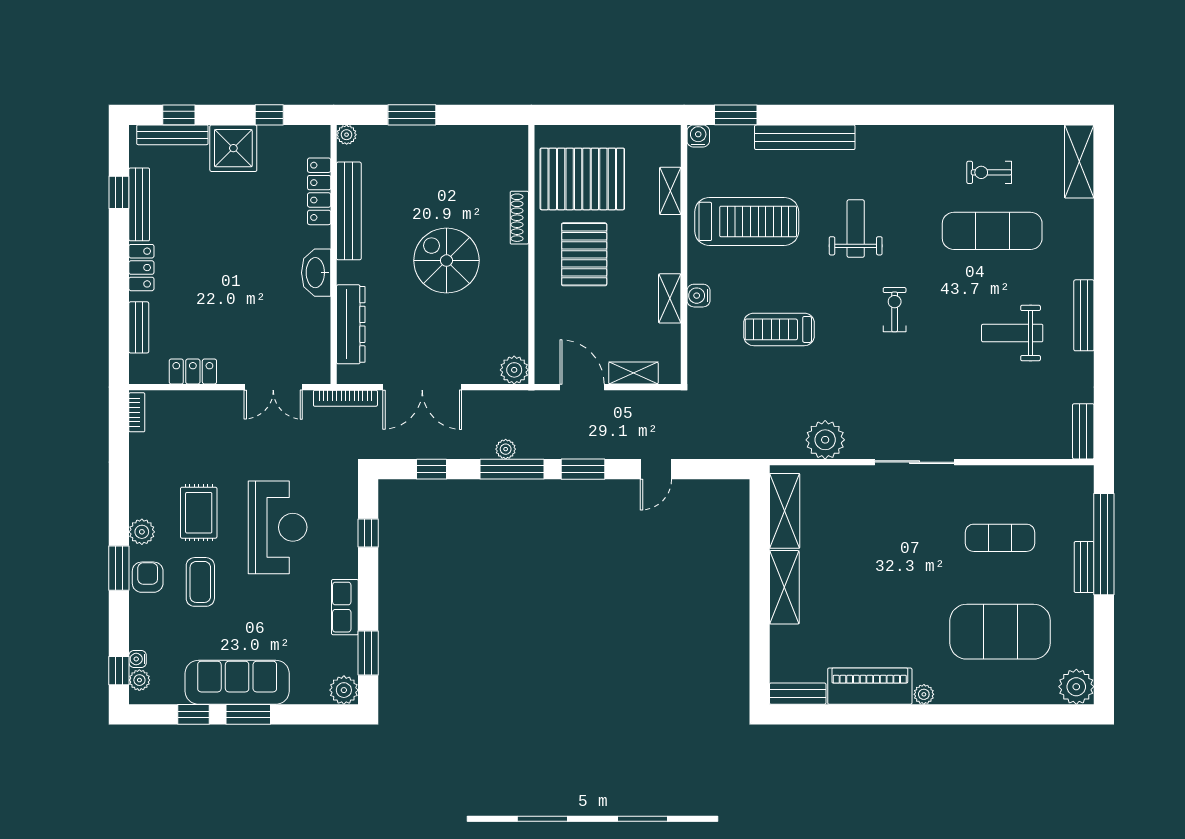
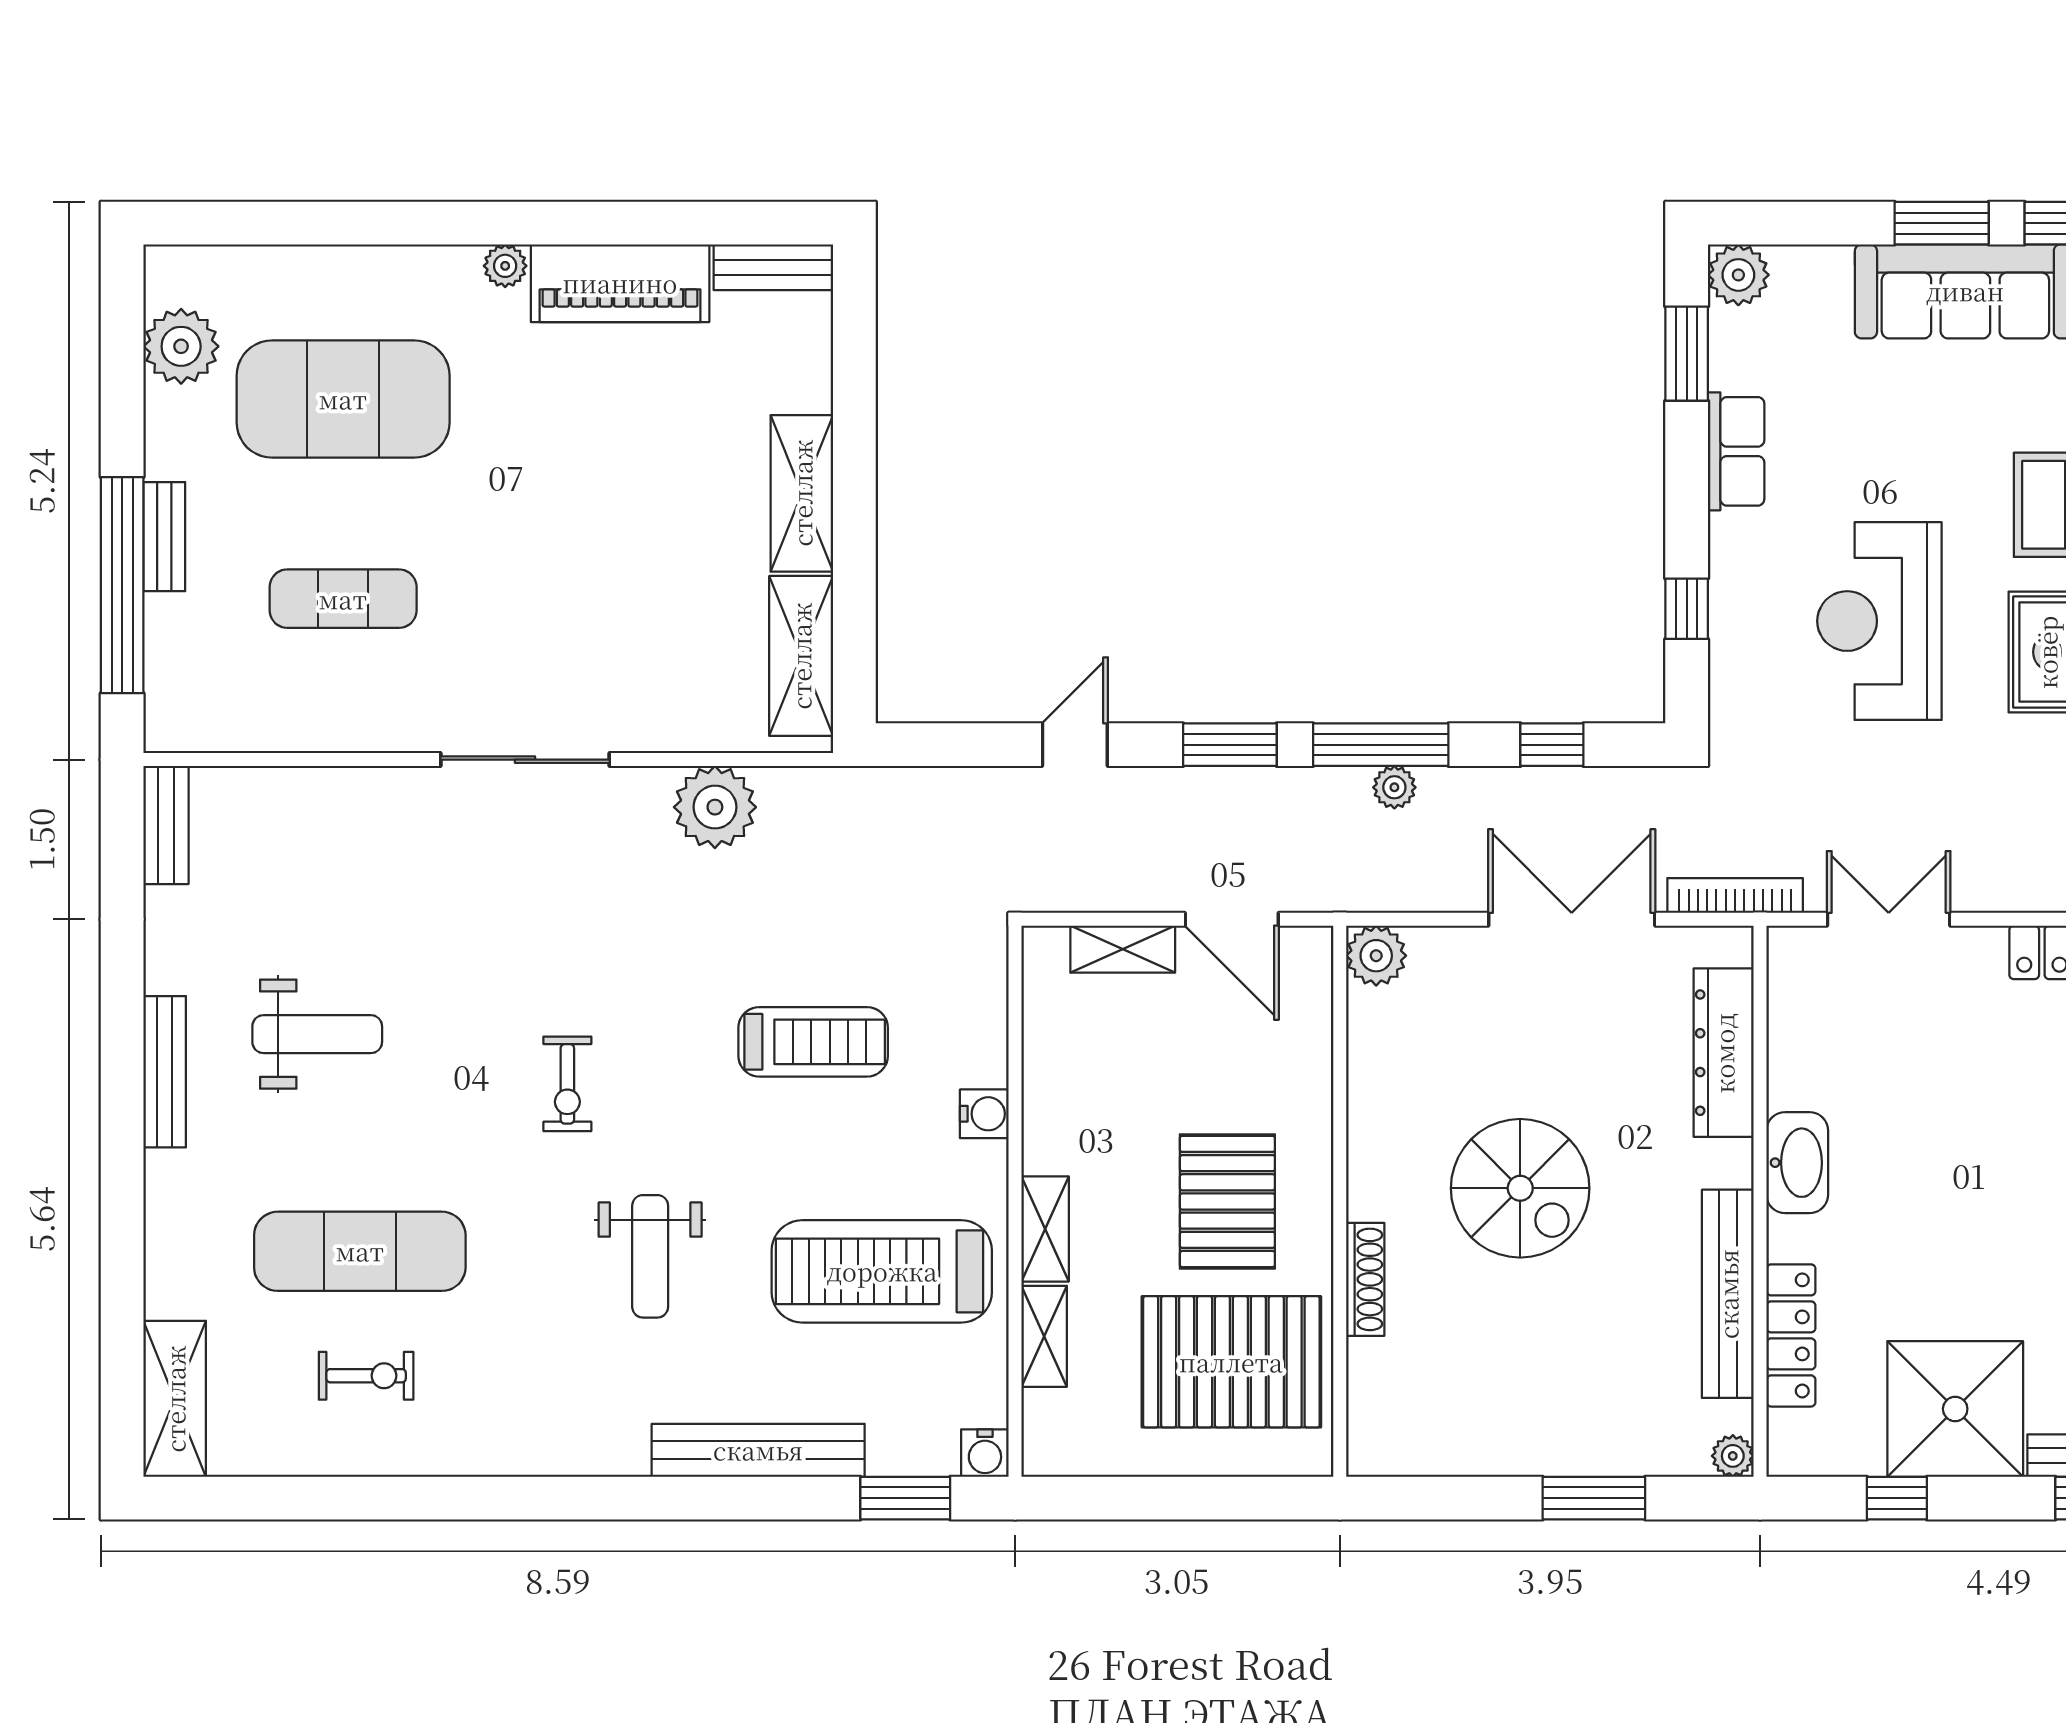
shower: (233, 148) -> (1955, 1409), width x1.37, depth x1.37
shelving: (670, 298) -> (1045, 1229), moved
plant: (1076, 687) -> (181, 346), moved

